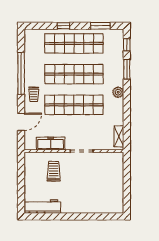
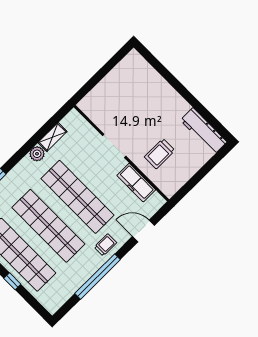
plant: (118, 92) -> (37, 154), moved
shelving: (119, 136) -> (52, 137), moved

